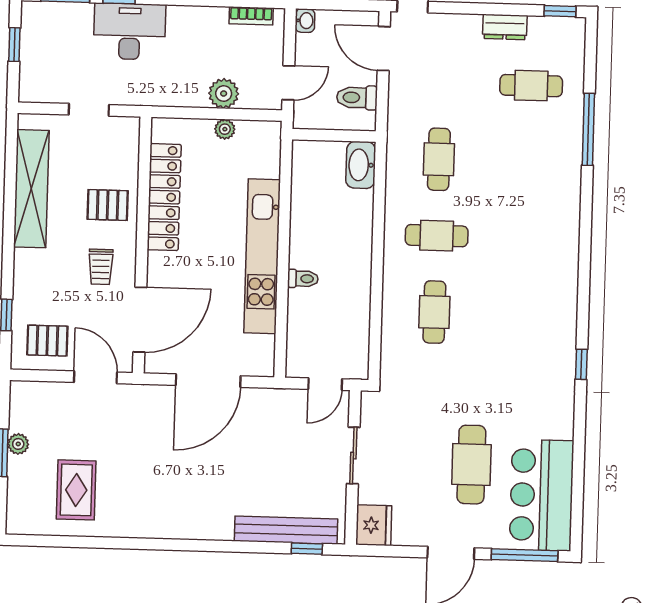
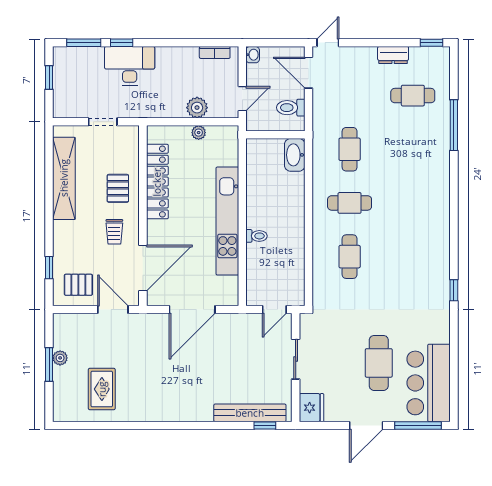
pallet: (108, 205) -> (118, 188), turned 90

